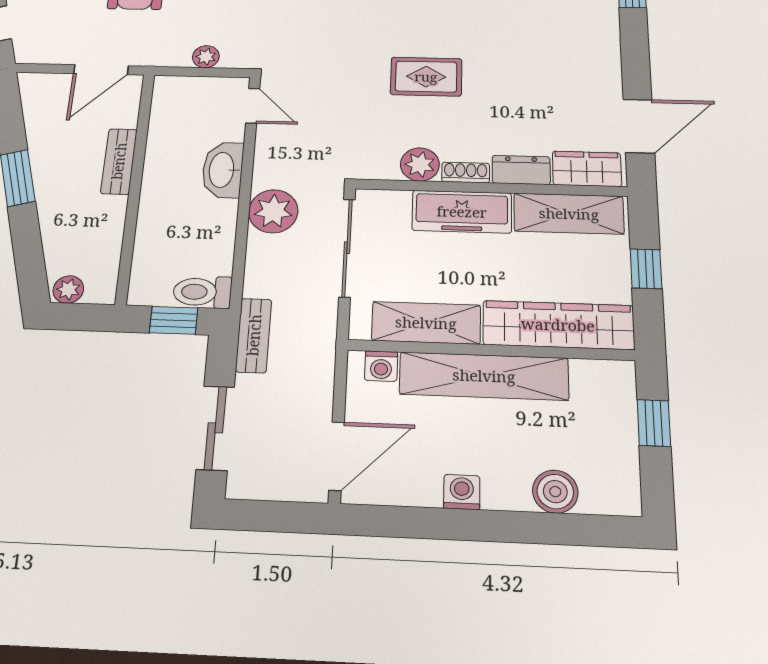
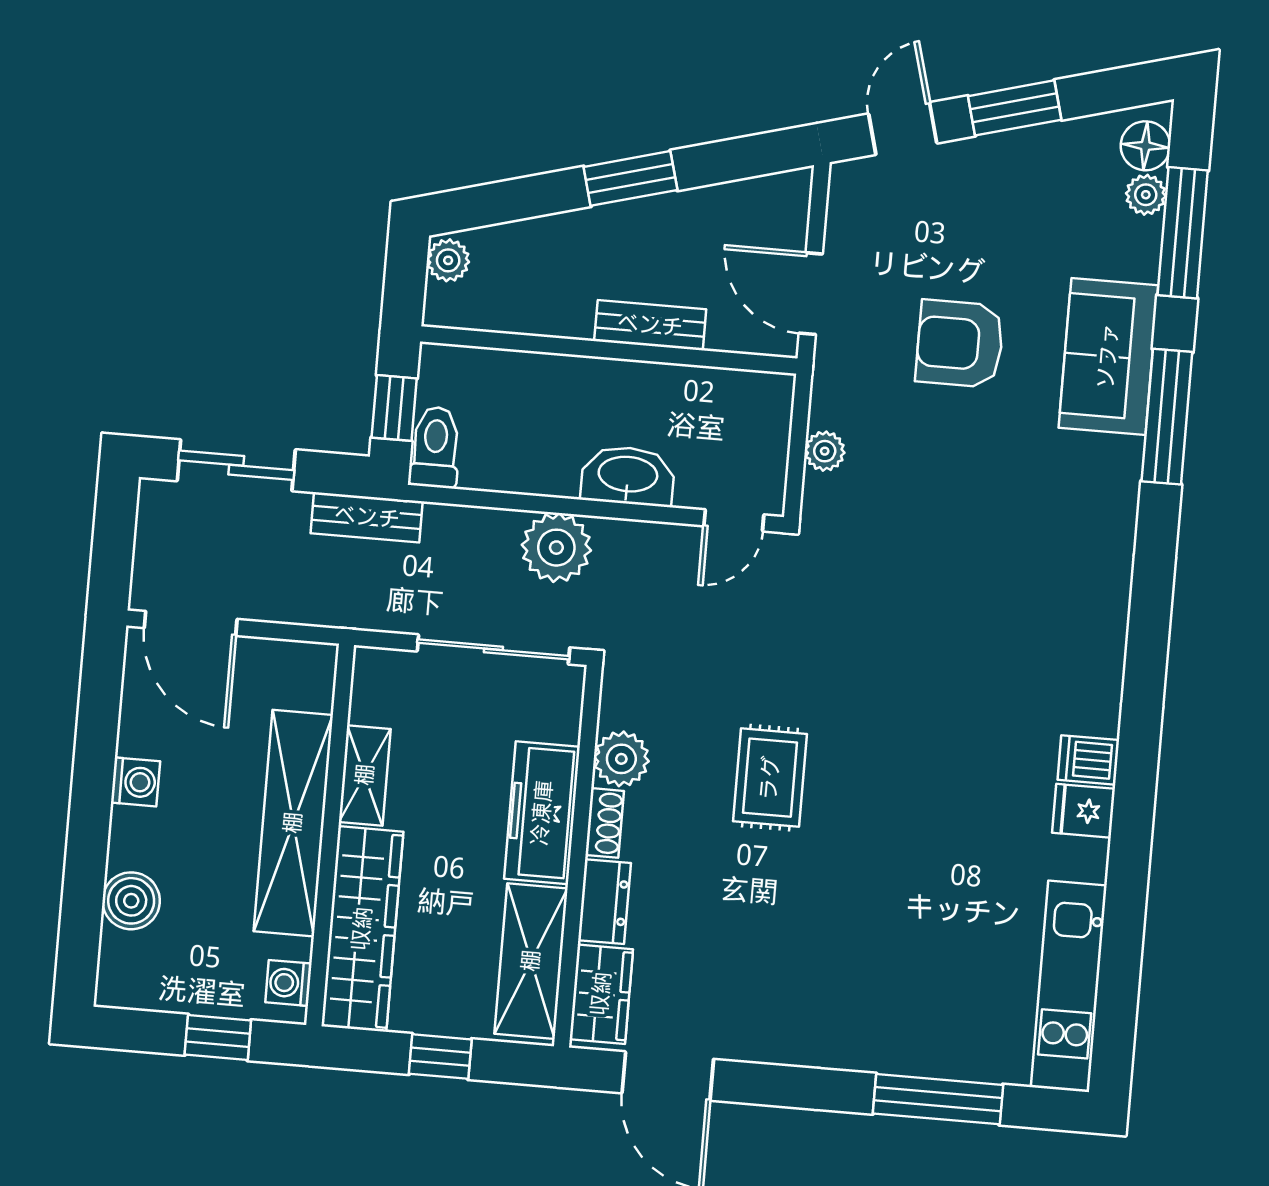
shelving: (426, 323) -> (365, 775), width x0.67, depth x0.75
washing machine: (381, 366) -> (288, 983), moved

